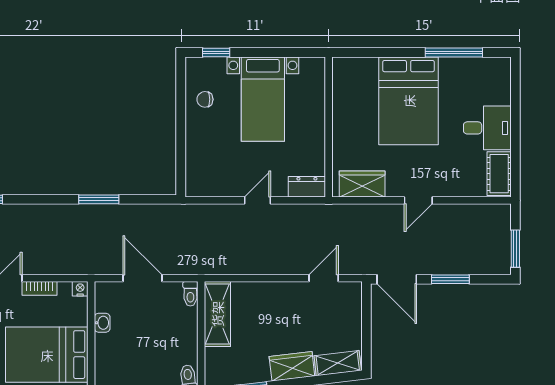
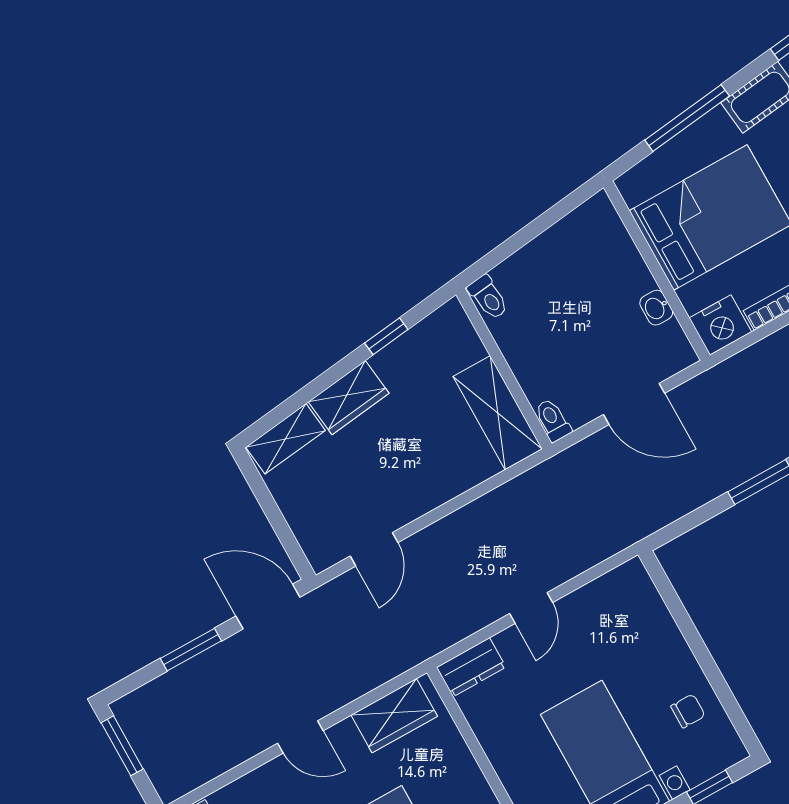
door: (418, 200) -> (300, 737), swing flipped
nightstand: (80, 289) -> (720, 325), width x1.89, depth x1.79

